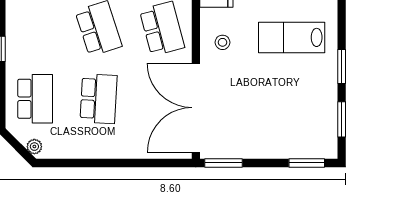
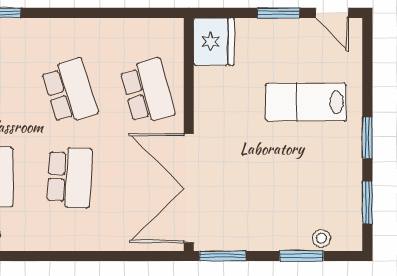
stool: (223, 42) -> (321, 238), moved
window: (307, 163) -> (302, 256), moved

